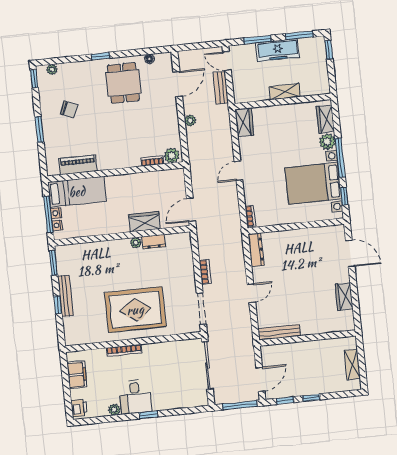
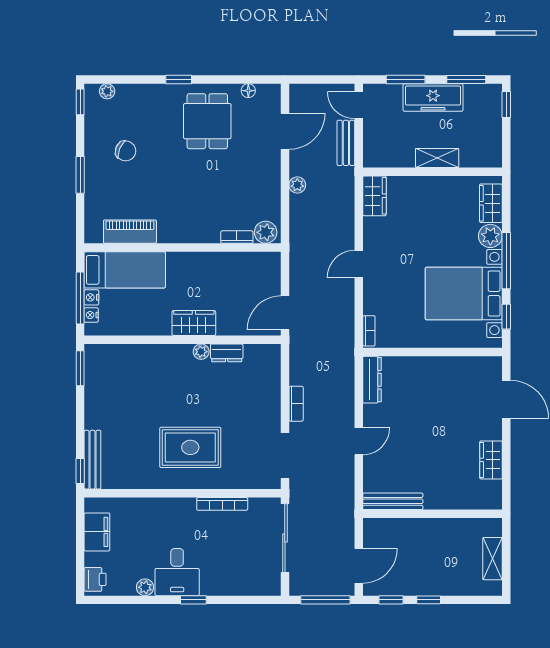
wardrobe: (144, 222) -> (194, 323), moved
bench: (65, 296) -> (92, 460), moved
window: (58, 305) -> (80, 471), moved
rug: (135, 310) -> (190, 447), width x0.73, depth x0.69
bookcase: (124, 350) -> (222, 504), moved

